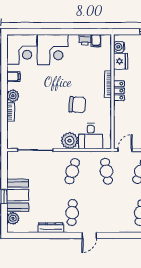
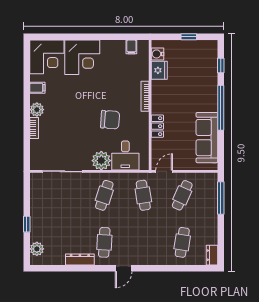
printer: (85, 40) -> (119, 46), removed
locker: (119, 91) -> (157, 126), moved
booth: (18, 195) -> (42, 222), removed

